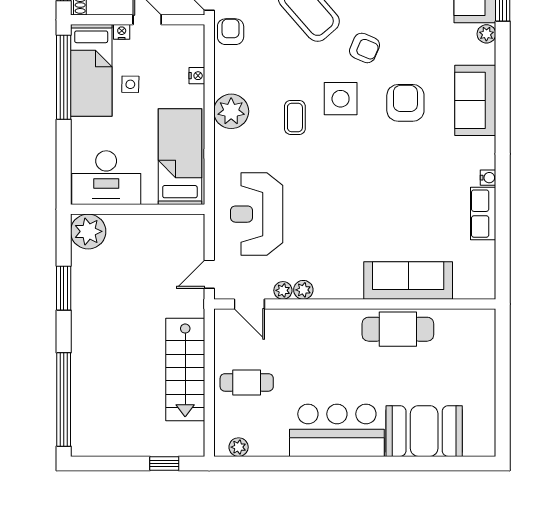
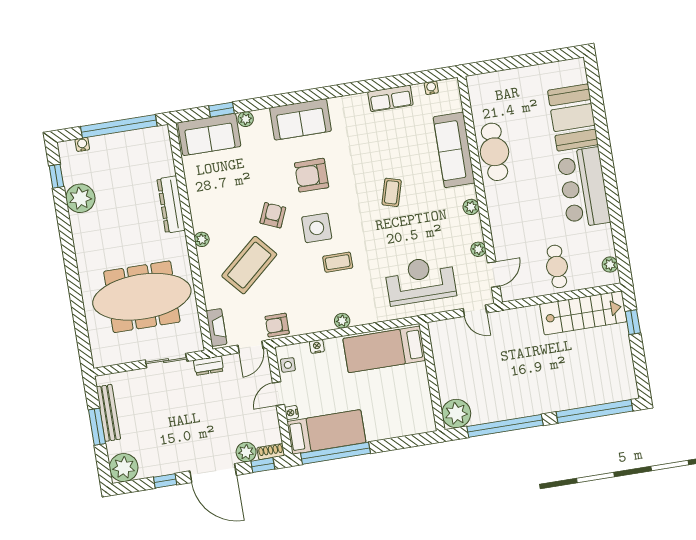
side table: (130, 84) -> (288, 365), moved
plant: (231, 111) -> (342, 321), width x0.53, depth x0.53
desk: (106, 178) -> (411, 406), removed
water cooler: (488, 178) -> (431, 88), moved
coffee table: (369, 197) -> (392, 192), added
reception desk: (257, 214) -> (420, 280), turned 180
window: (64, 288) -> (505, 426), width x2.11
plant: (303, 290) -> (471, 207), moved
stairs: (185, 370) -> (583, 313), moved

